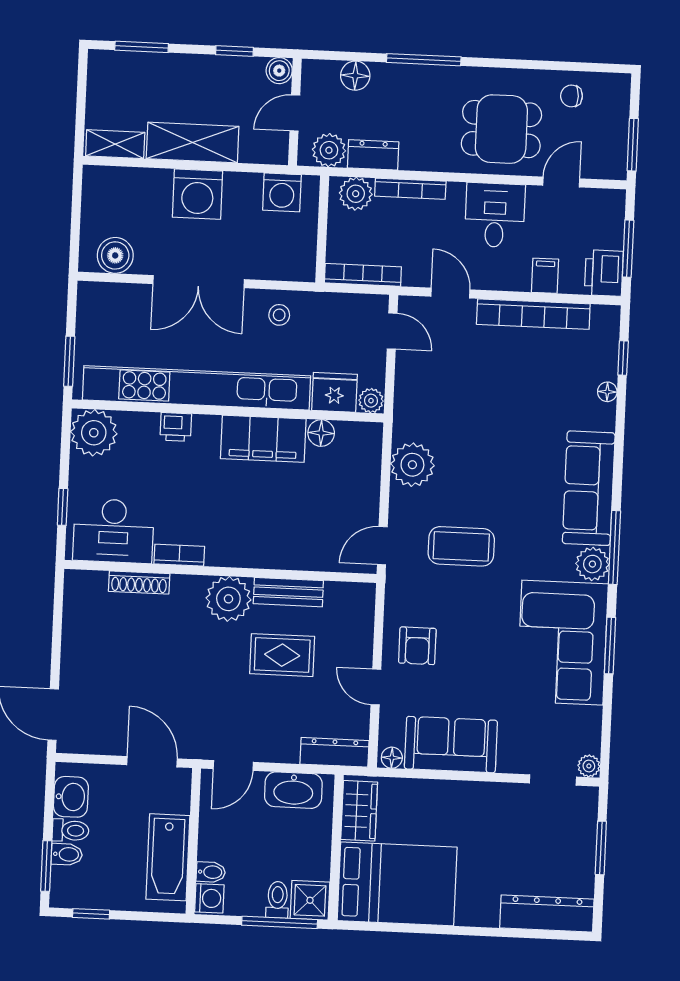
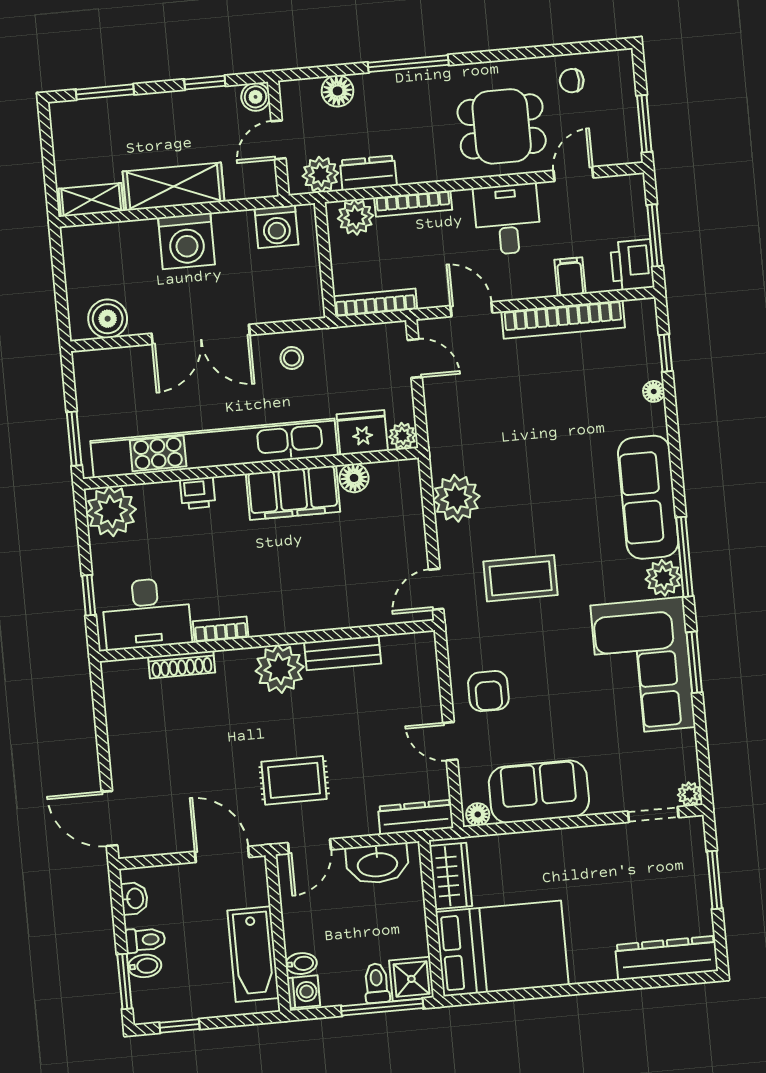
rug: (282, 655) -> (294, 780), moved
washbasin: (71, 797) -> (134, 898), width x0.72, depth x0.69

